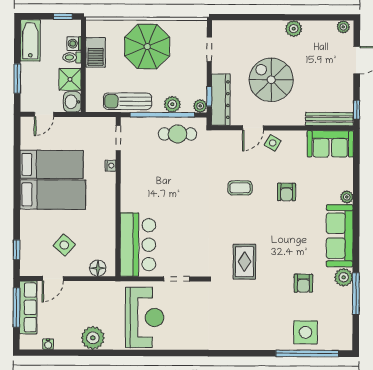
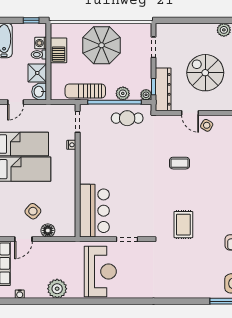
door: (253, 128) -> (190, 113), hinge flipped
armchair: (287, 192) -> (218, 166), removed
floor lamp: (98, 268) -> (48, 230), moved

